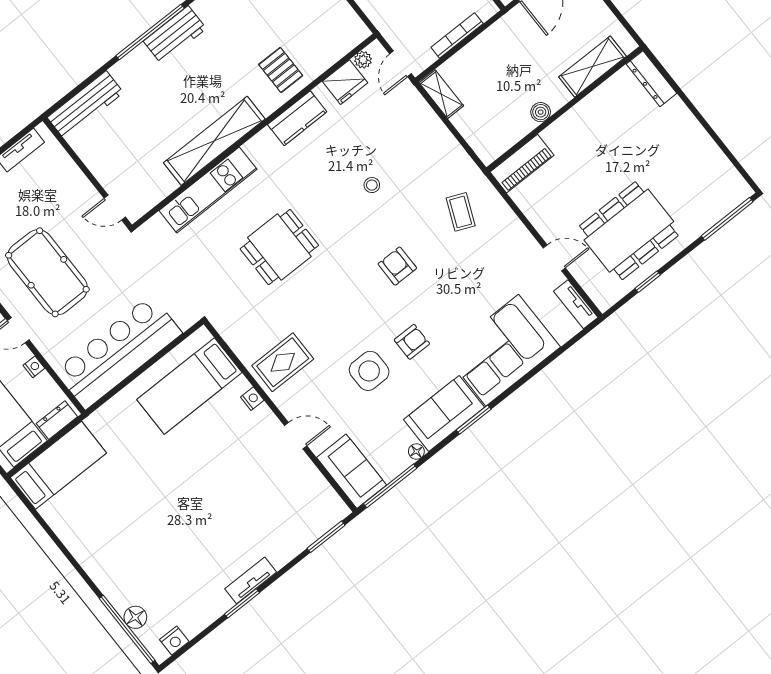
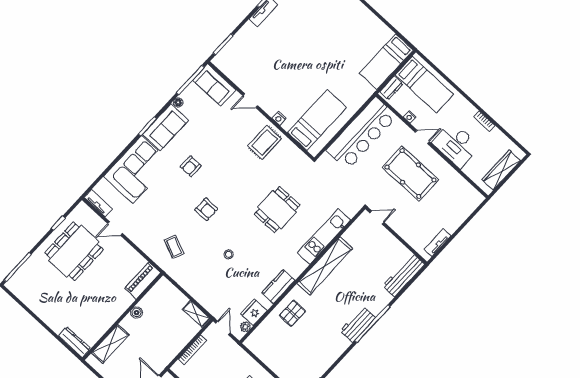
pallet: (281, 70) -> (292, 313), turned 90
side table: (369, 371) -> (213, 145), removed

